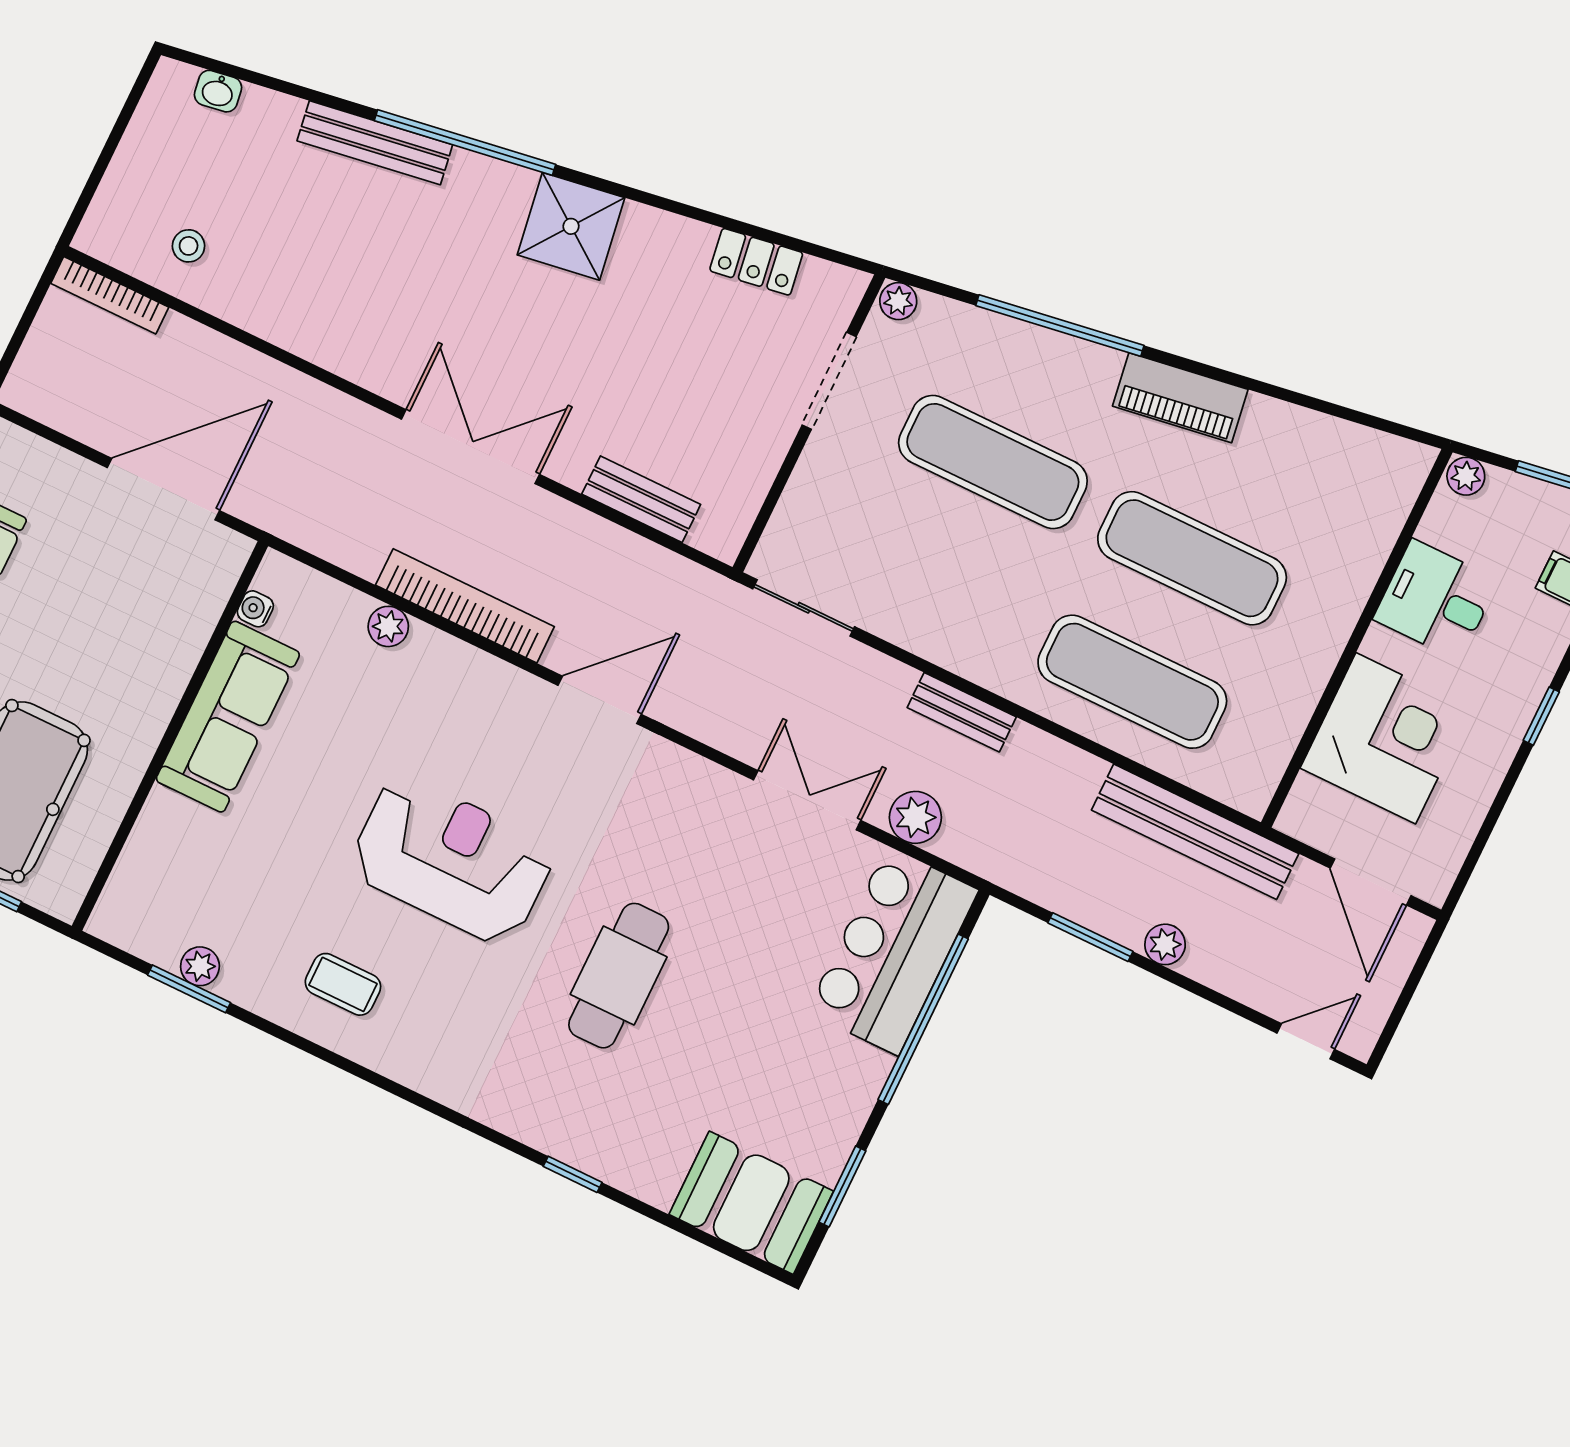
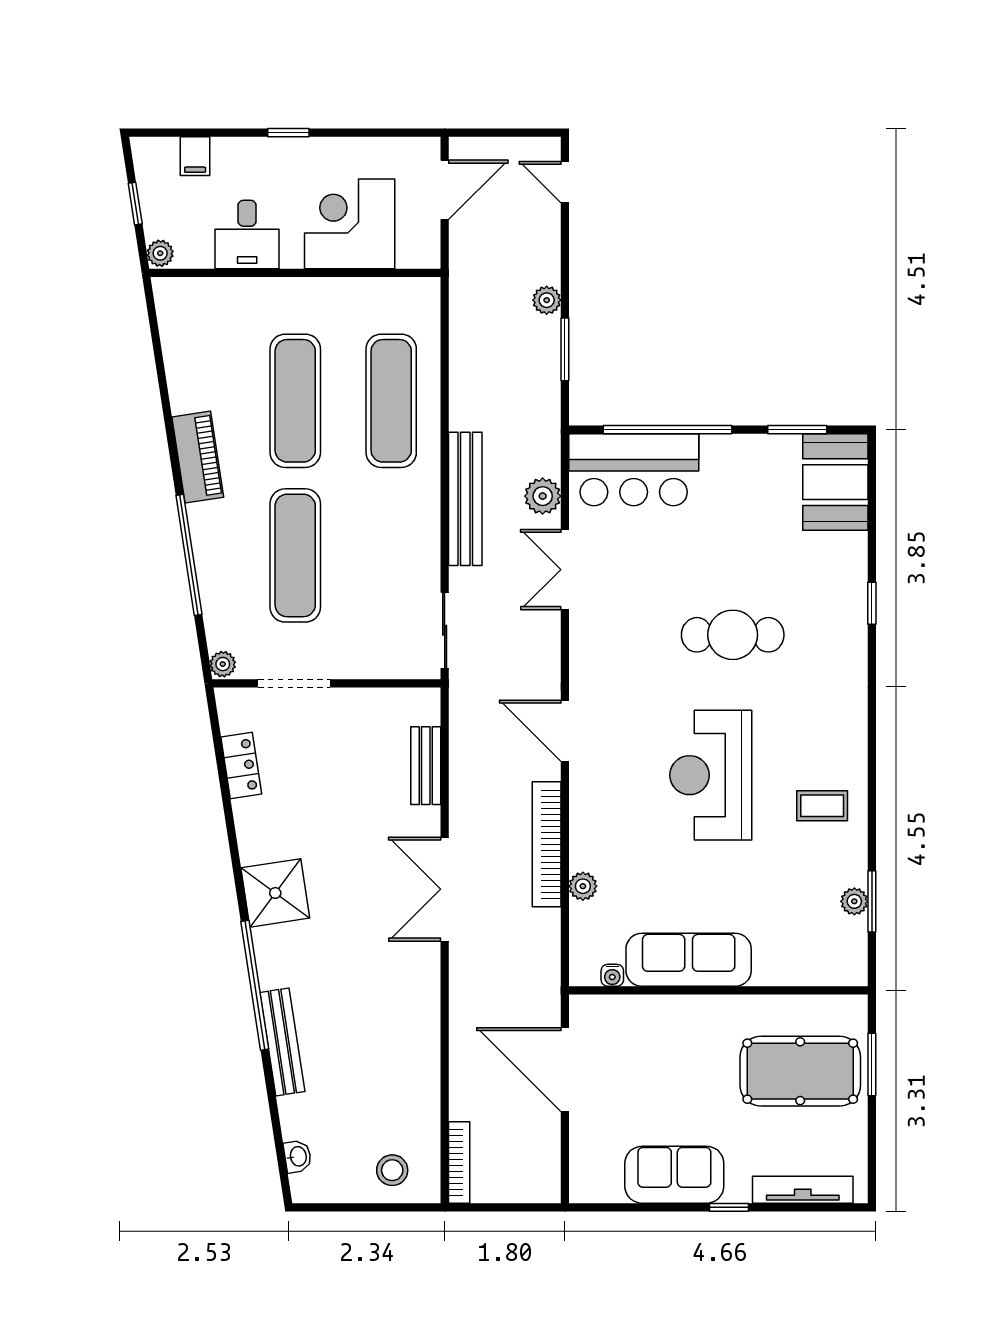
stool: (189, 246) -> (392, 1170), moved, width x1.37, depth x1.37
bench: (962, 712) -> (465, 499), width x1.86, depth x1.21
bench: (1195, 832) -> (467, 316), removed
coffee table: (343, 984) -> (822, 806), turned 90

